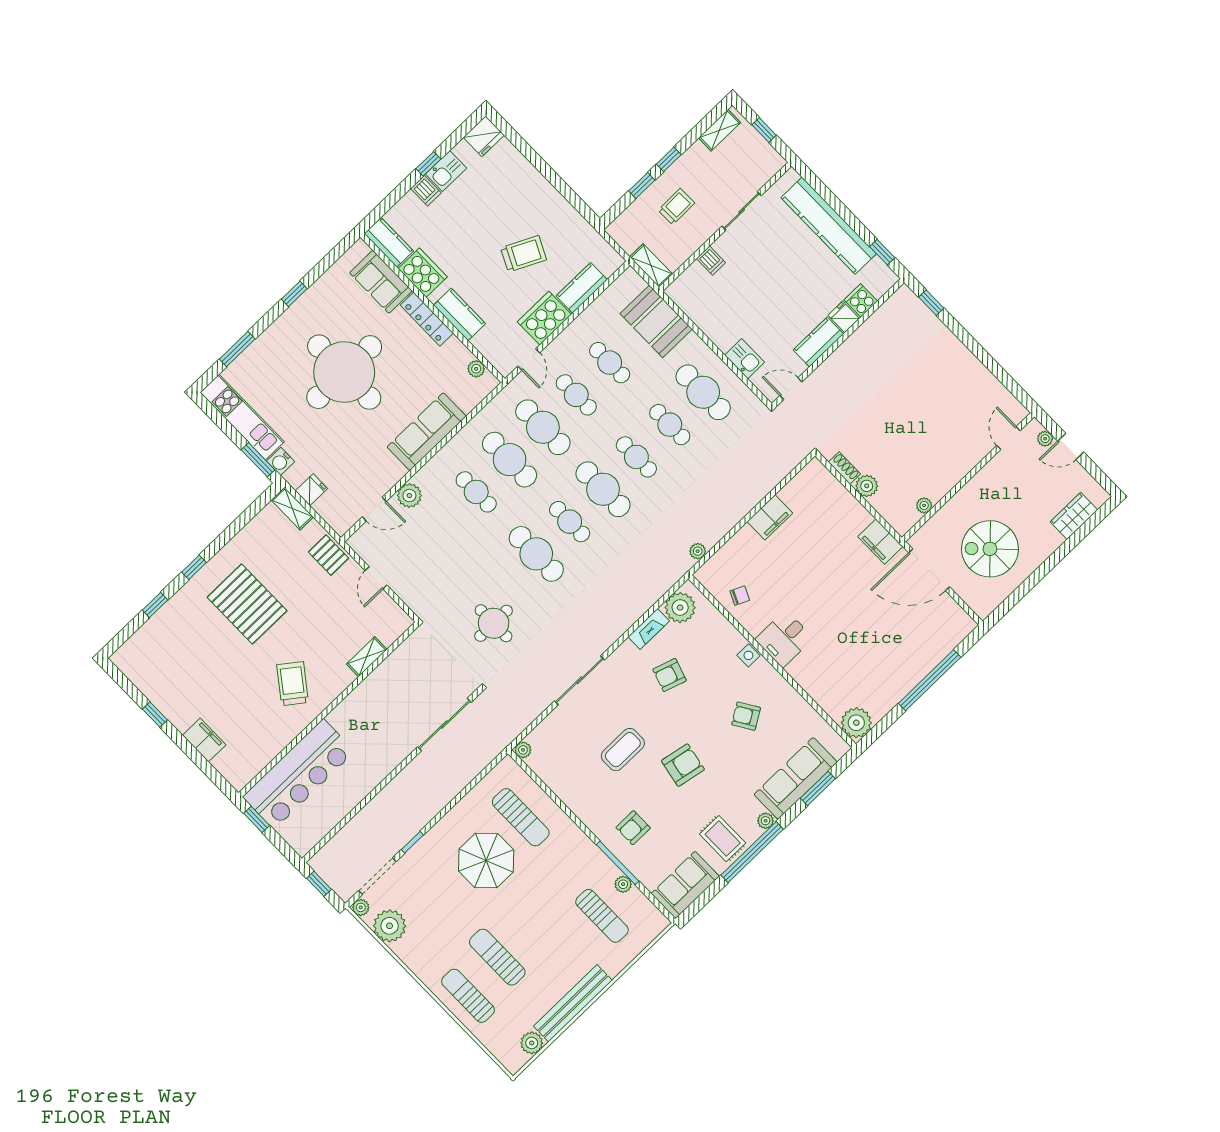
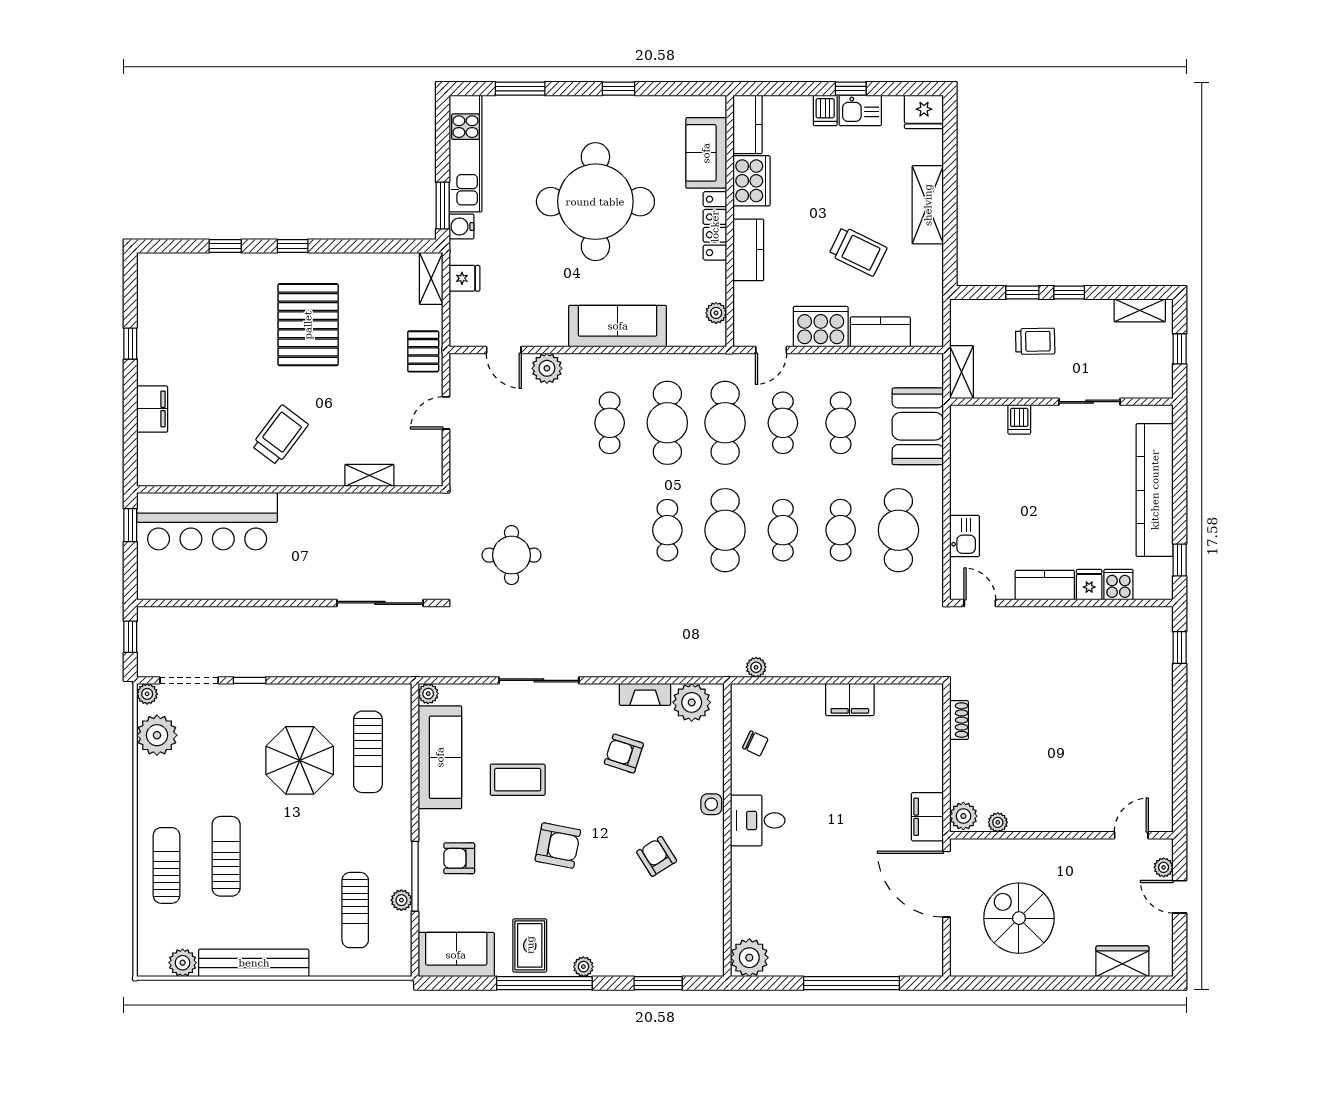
shelving: (538, 188) -> (928, 205), added
plant: (867, 486) -> (963, 816), moved
cafe table: (536, 554) -> (610, 530), removed
sofa: (796, 778) -> (440, 757), moved, turned 90

